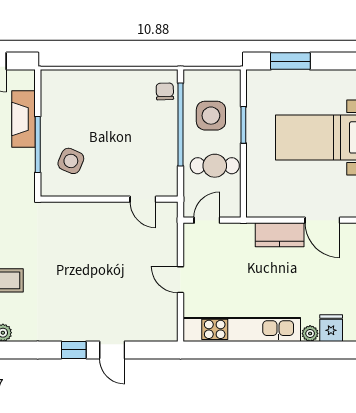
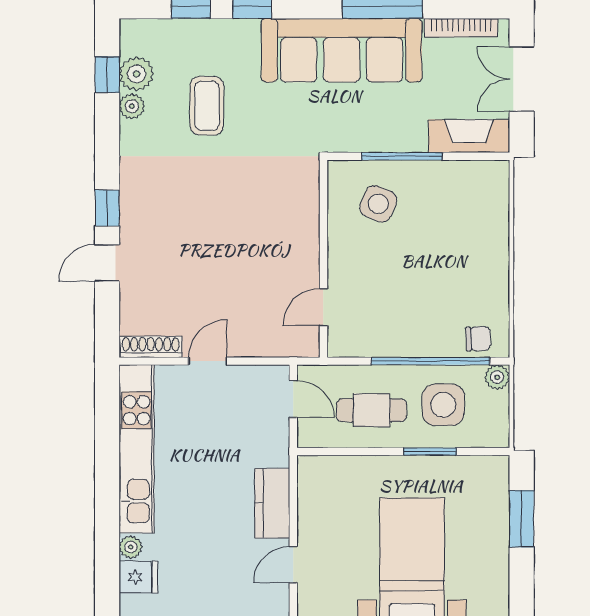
plant: (192, 78) -> (497, 377), added
fireplace: (24, 119) -> (469, 136), moved
cafe table: (215, 166) -> (371, 410), turned 90
door: (322, 220) -> (293, 565), width x0.73
shoe rack: (171, 320) -> (151, 347), added

